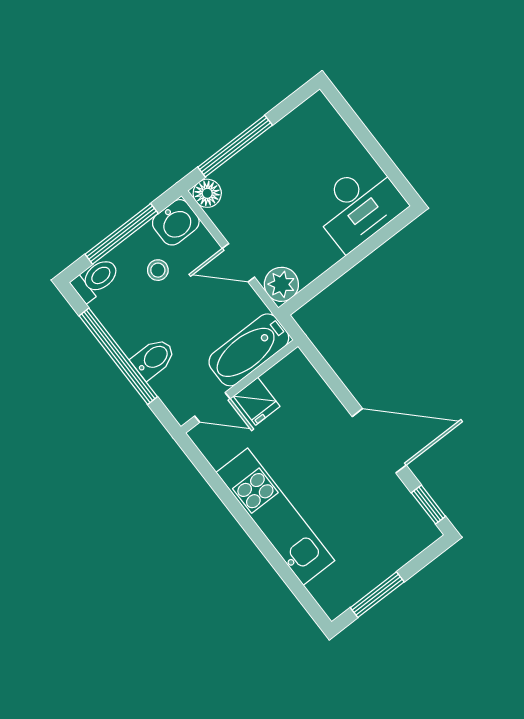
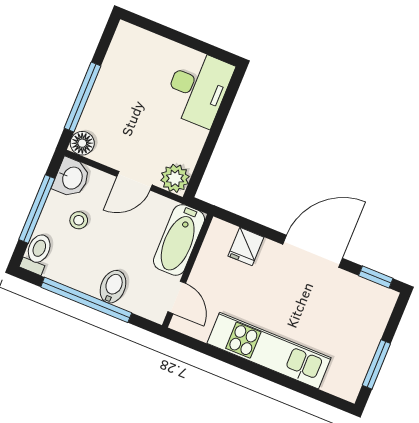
fridge: (257, 401) -> (246, 247), moved, turned 90
door: (212, 407) -> (177, 297), hinge flipped

